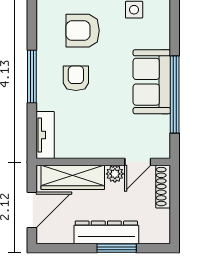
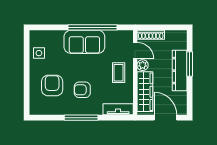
armchair: (83, 31) -> (52, 86), turned 180
coffee table: (103, 136) -> (119, 73), added

